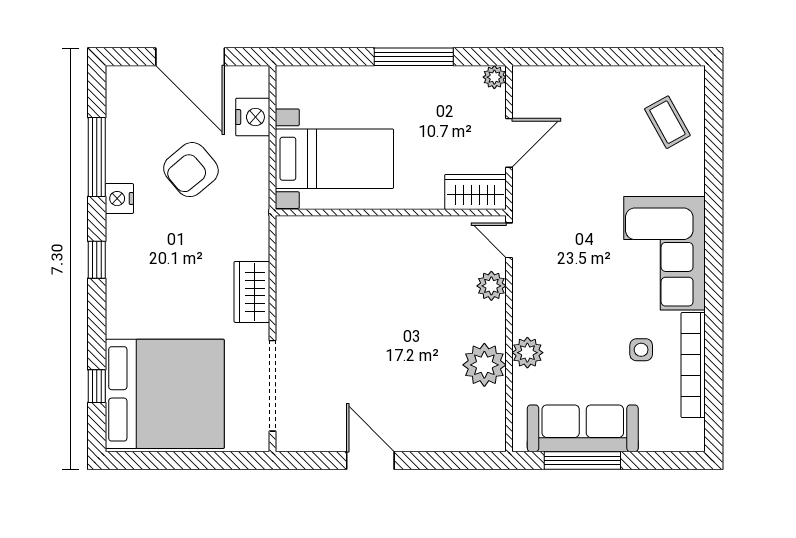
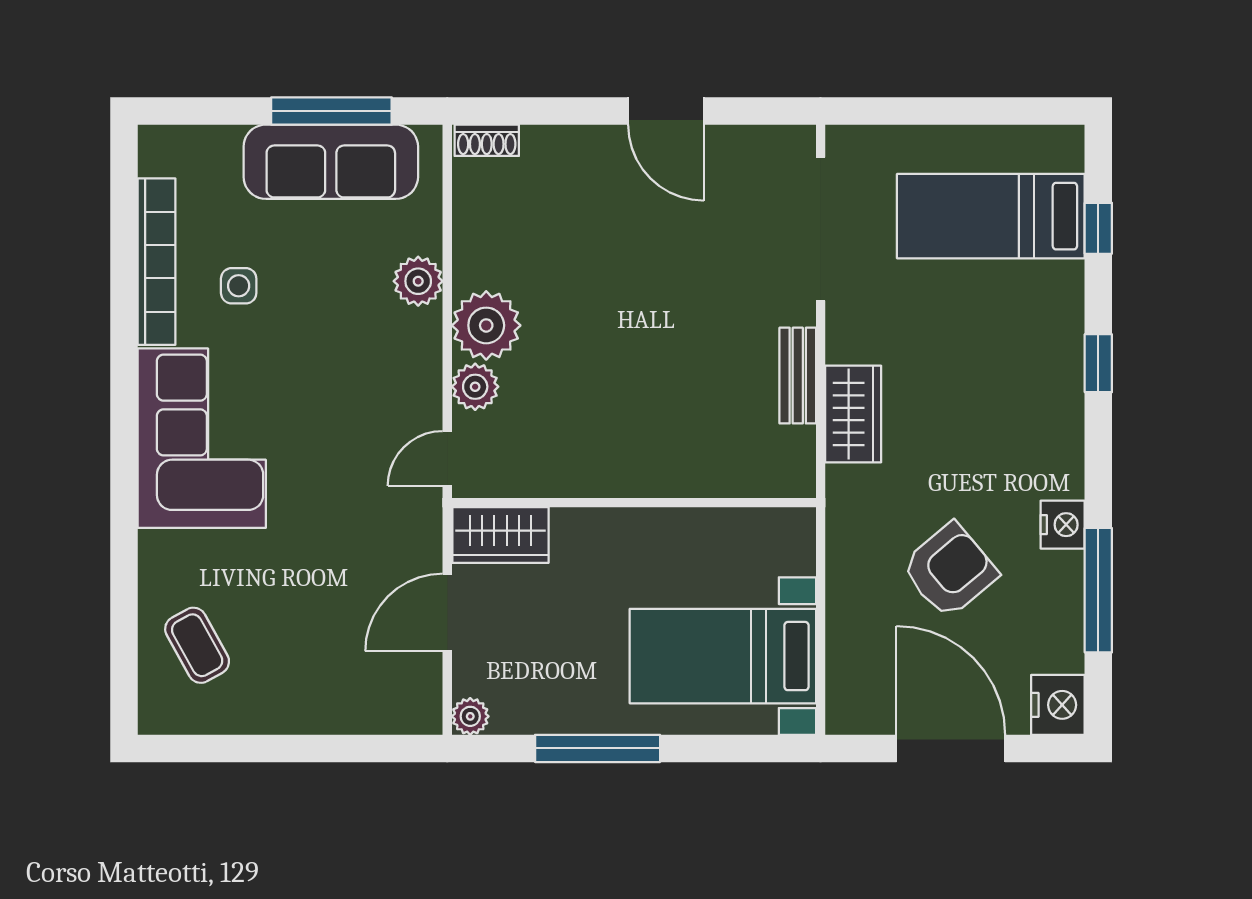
nightstand: (253, 117) -> (1058, 705), moved, turned 180
bed with nightstands: (334, 159) -> (723, 656), moved
door: (509, 240) -> (447, 458), swing flipped
window: (97, 260) -> (1098, 363), moved
wardrobe: (252, 292) -> (853, 414), moved
bench: (287, 293) -> (798, 376), added
plant: (484, 365) -> (486, 325), moved
bed: (165, 394) -> (991, 216), width x0.49
shoe rack: (484, 442) -> (487, 140), added

